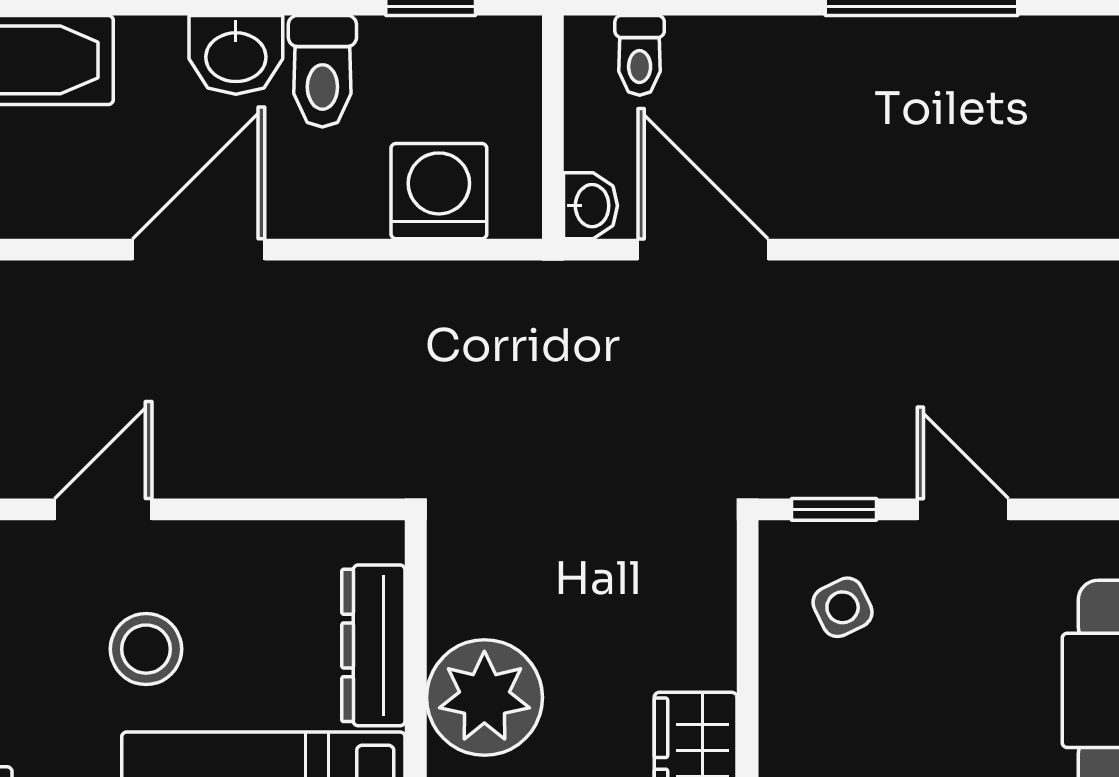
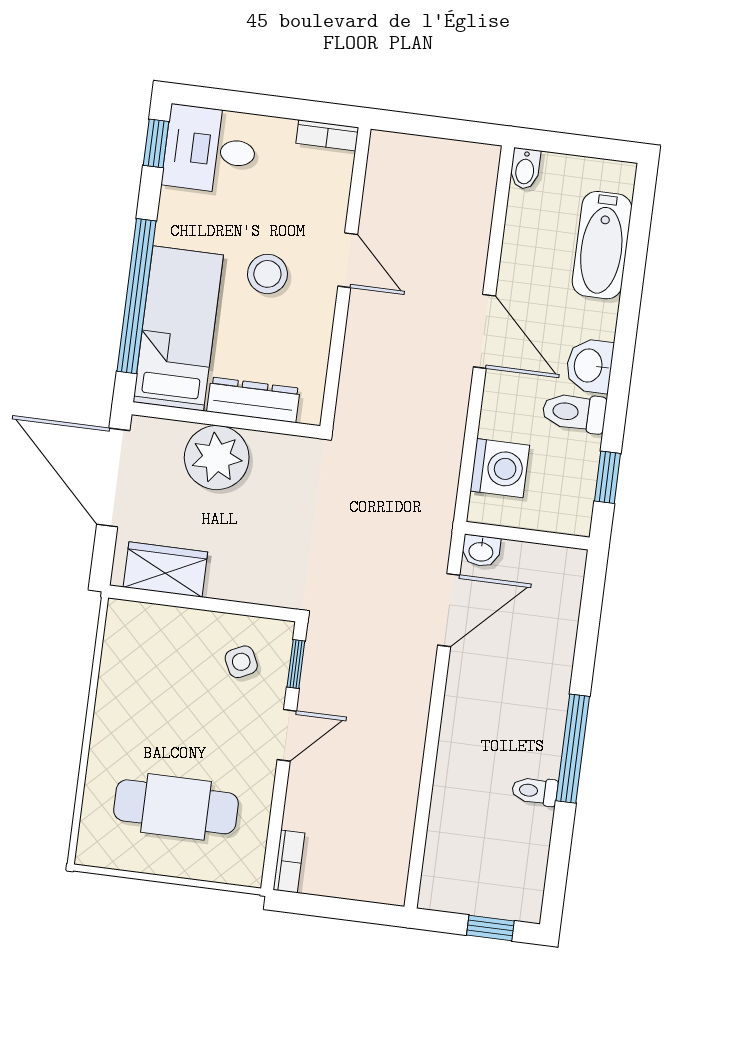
toilet: (640, 55) -> (535, 791), moved

